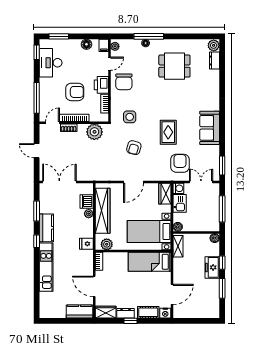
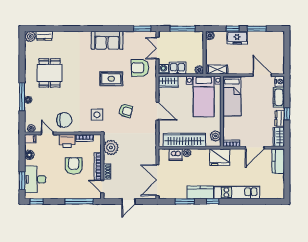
desk: (51, 63) -> (35, 179), moved, turned 90
fridge: (86, 244) -> (220, 157), width x1.88, depth x1.34

